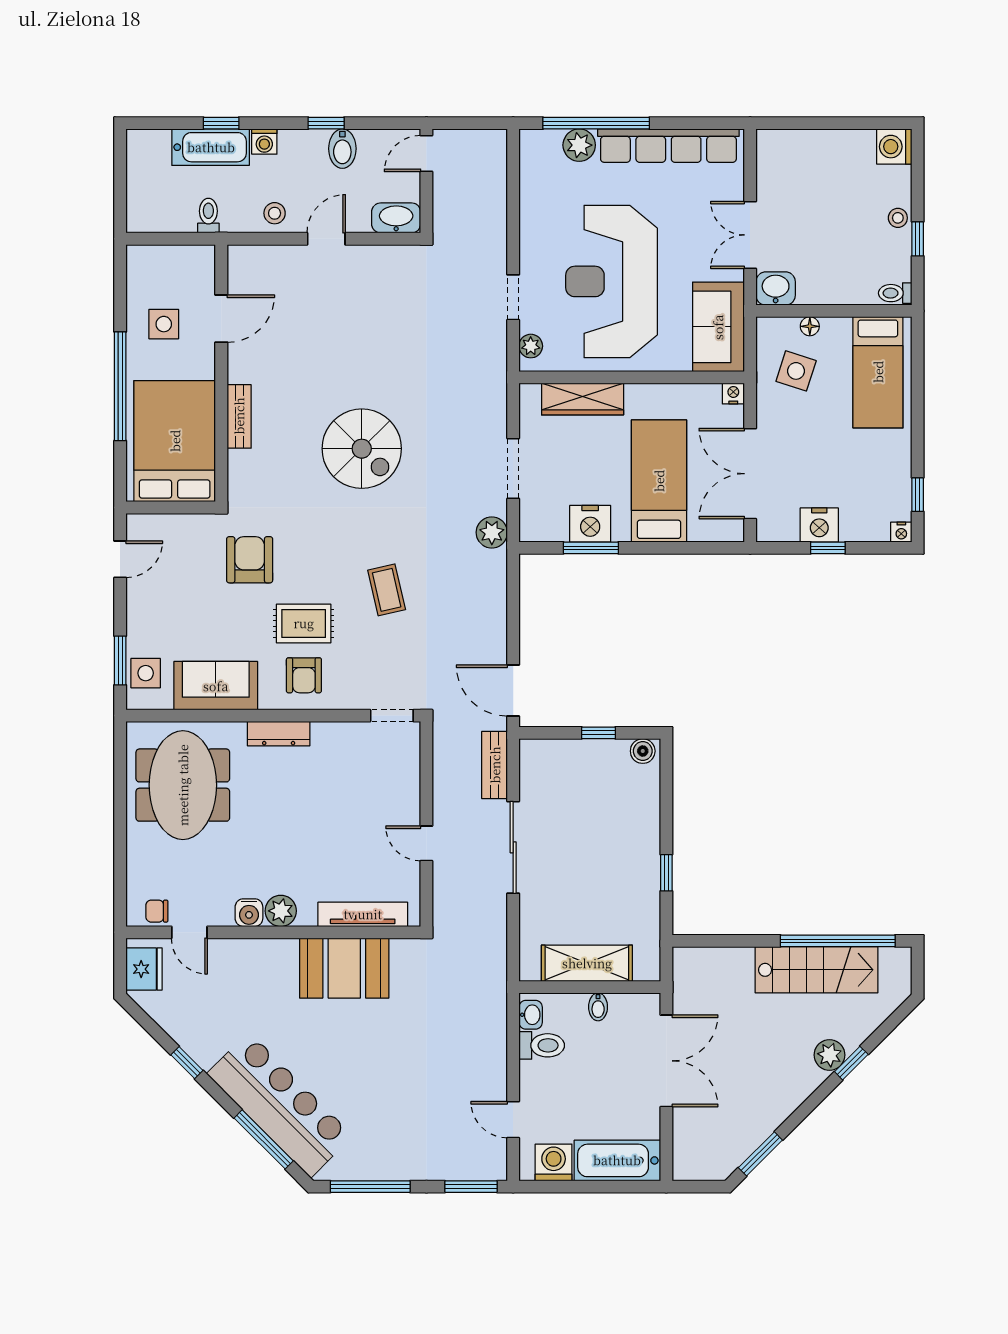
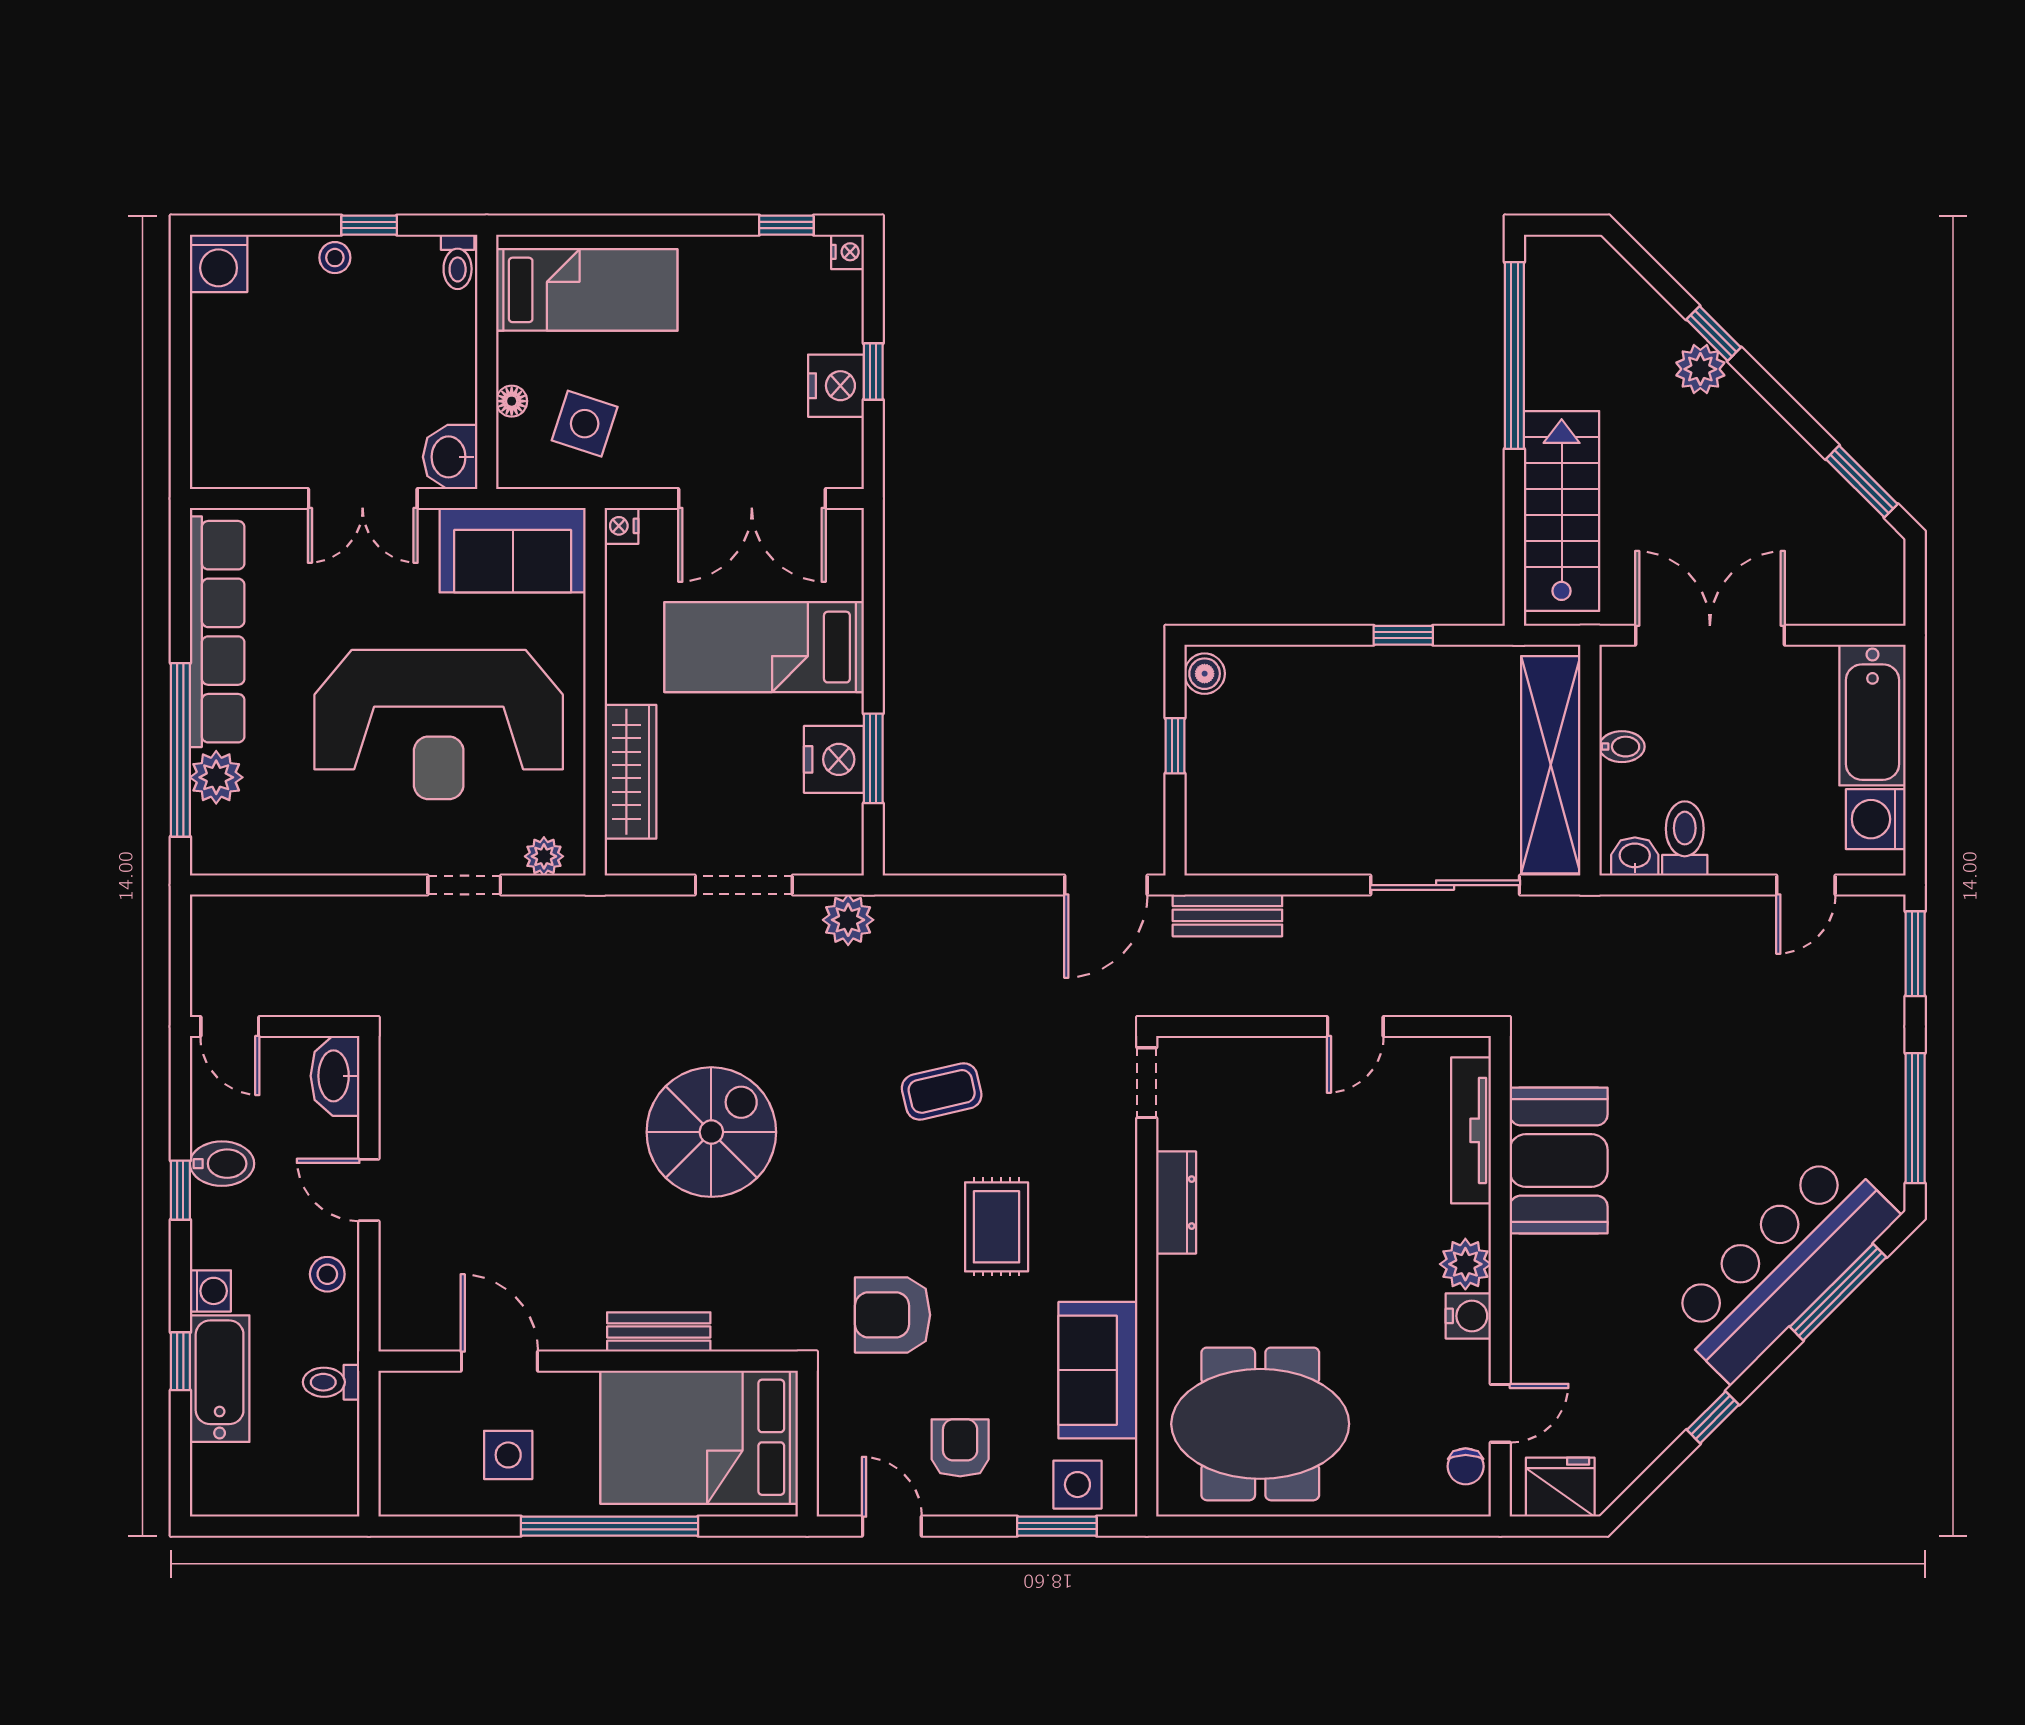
armchair: (304, 675) -> (960, 1448), moved, turned -90
dresser: (279, 734) -> (1176, 1203), moved
sliding door: (513, 847) -> (1445, 885), moved
shelving: (587, 963) -> (1551, 765), width x1.47
stairs: (817, 970) -> (1562, 511), moved

